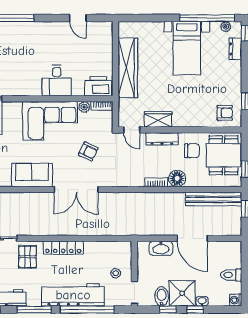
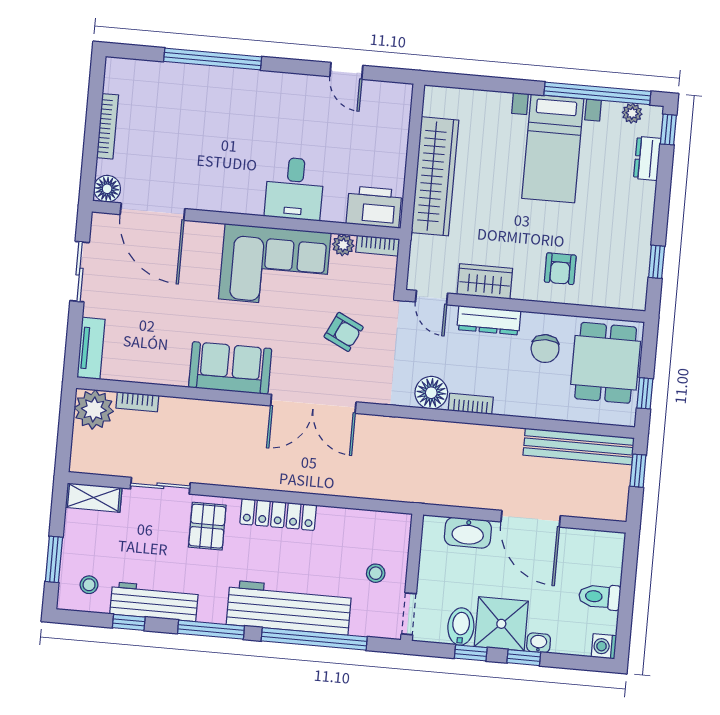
armchair: (225, 113) -> (560, 269), moved, turned 90
chair: (192, 151) -> (545, 349), turned 89
floor lamp: (177, 178) -> (431, 393), moved

